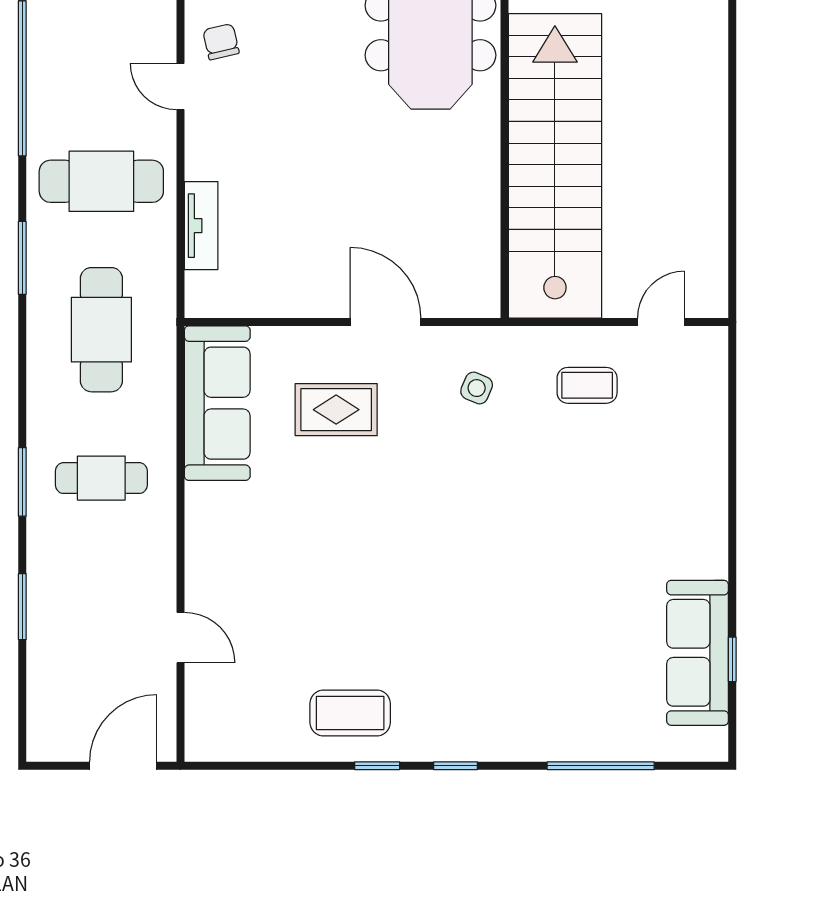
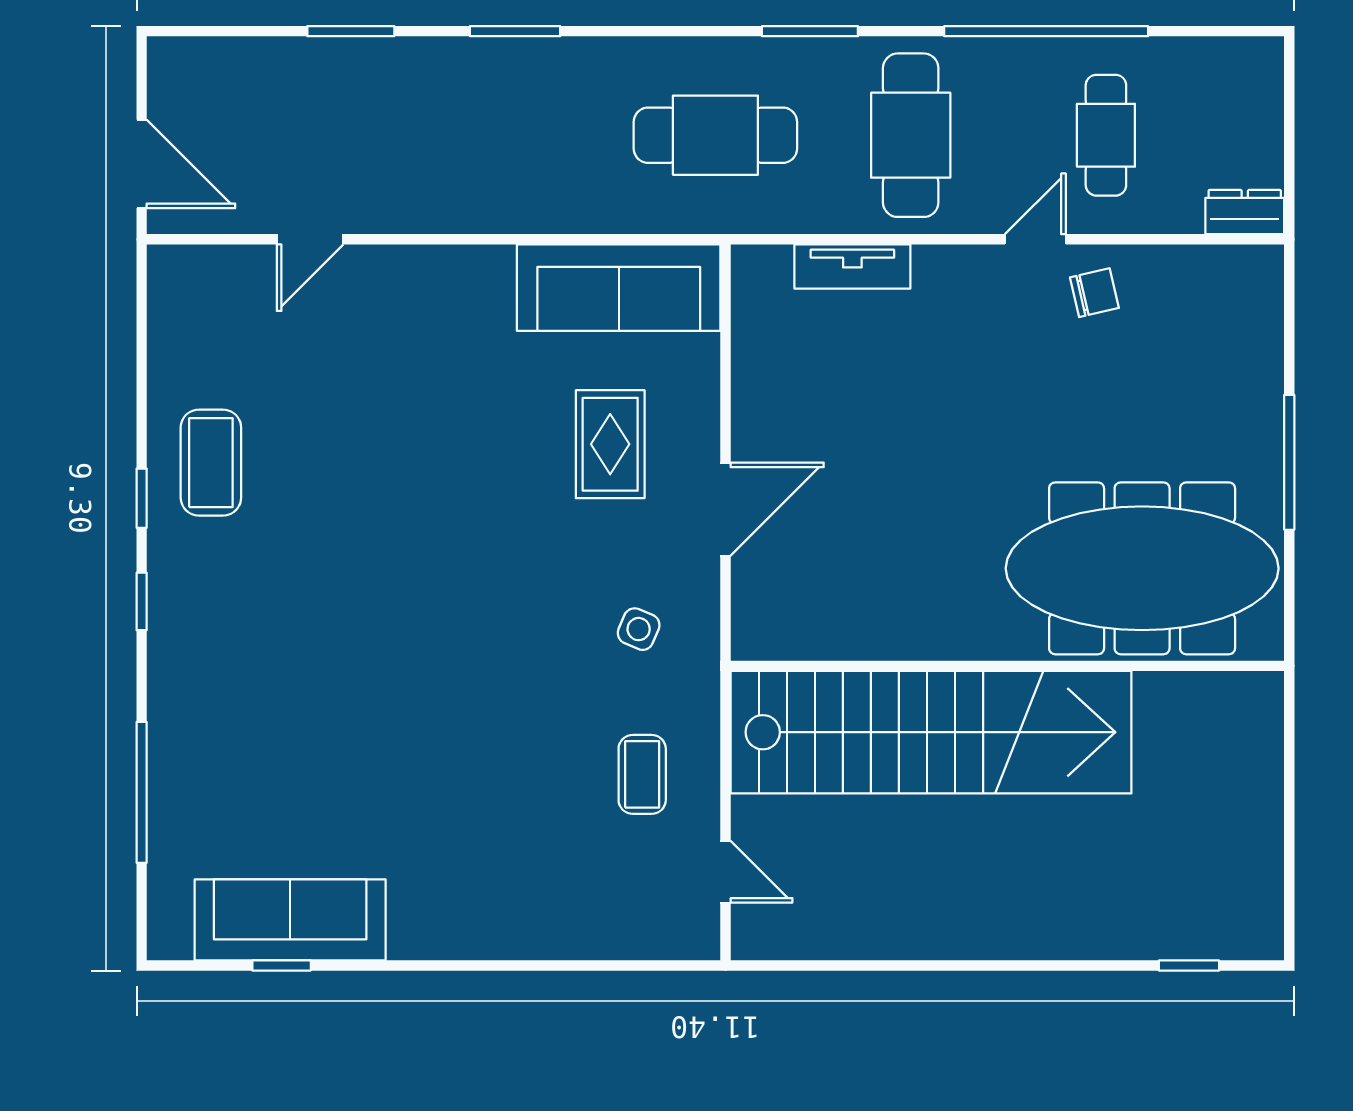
cafe table: (101, 478) -> (1106, 135), moved

